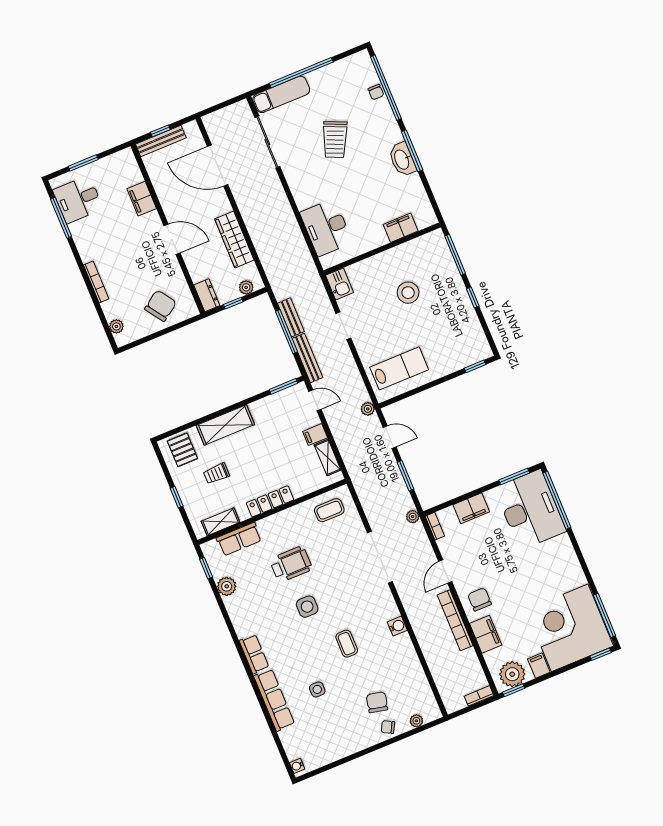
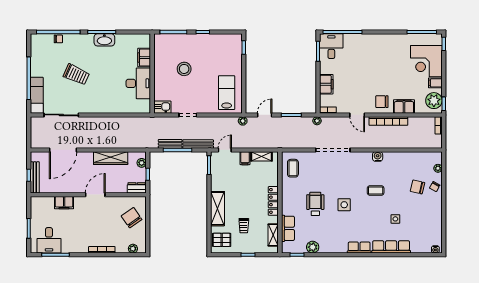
desk: (326, 227) -> (138, 83), moved, turned -90
desk: (530, 510) -> (331, 46), width x0.53, depth x0.77
corner desk: (570, 628) -> (426, 61), width x0.74, depth x0.74

